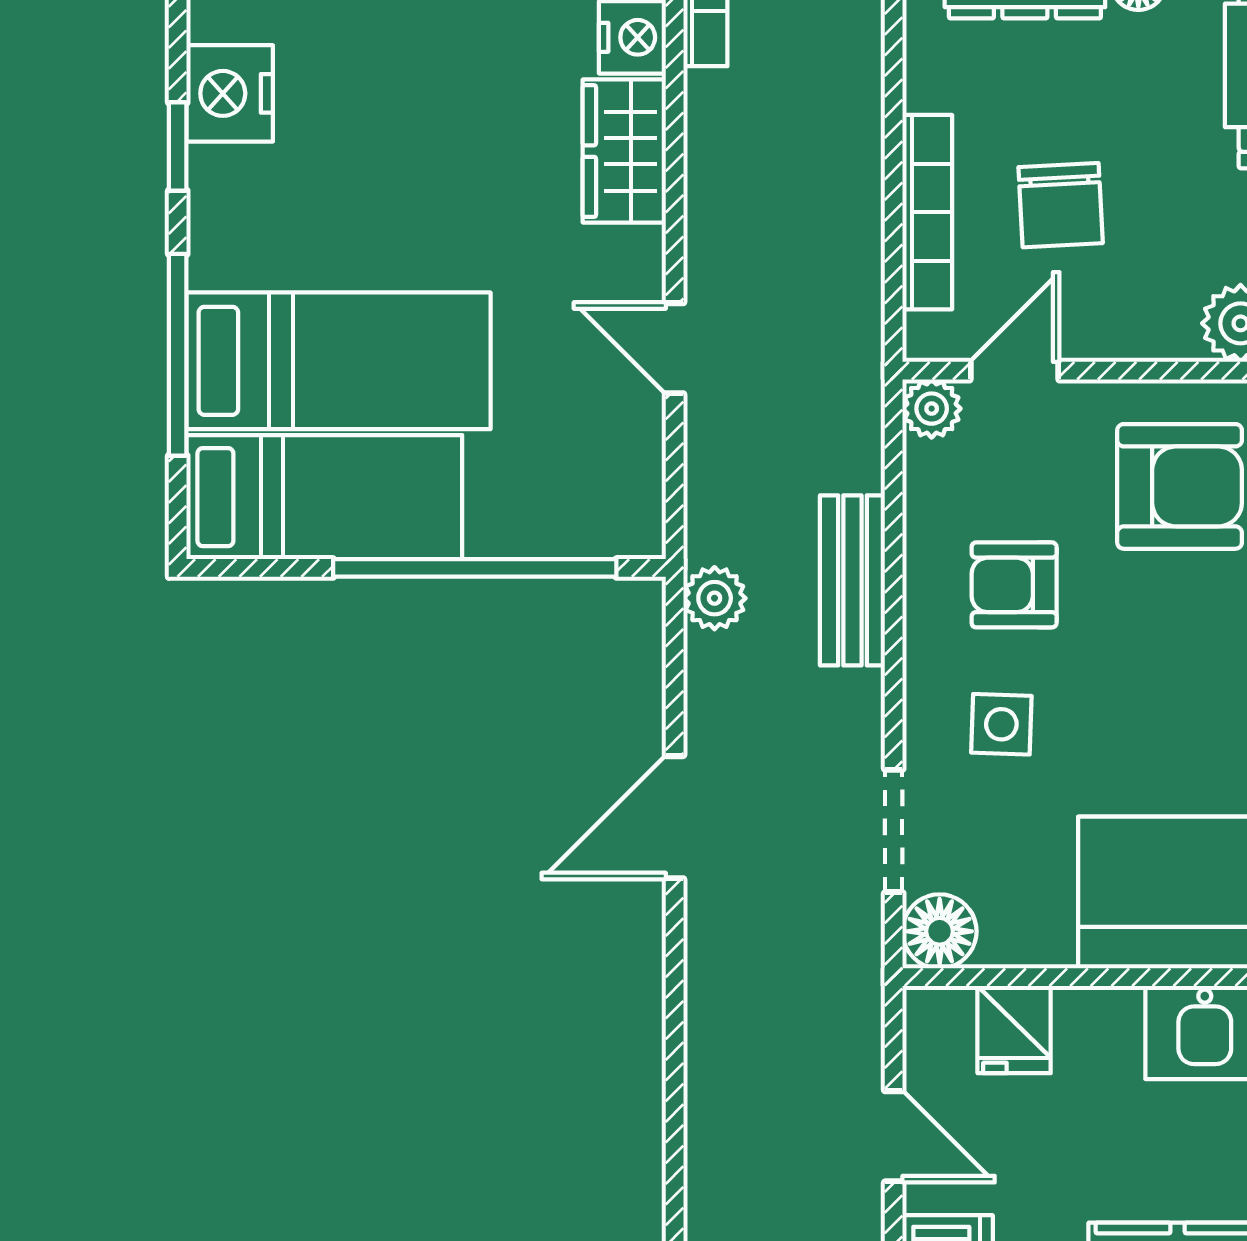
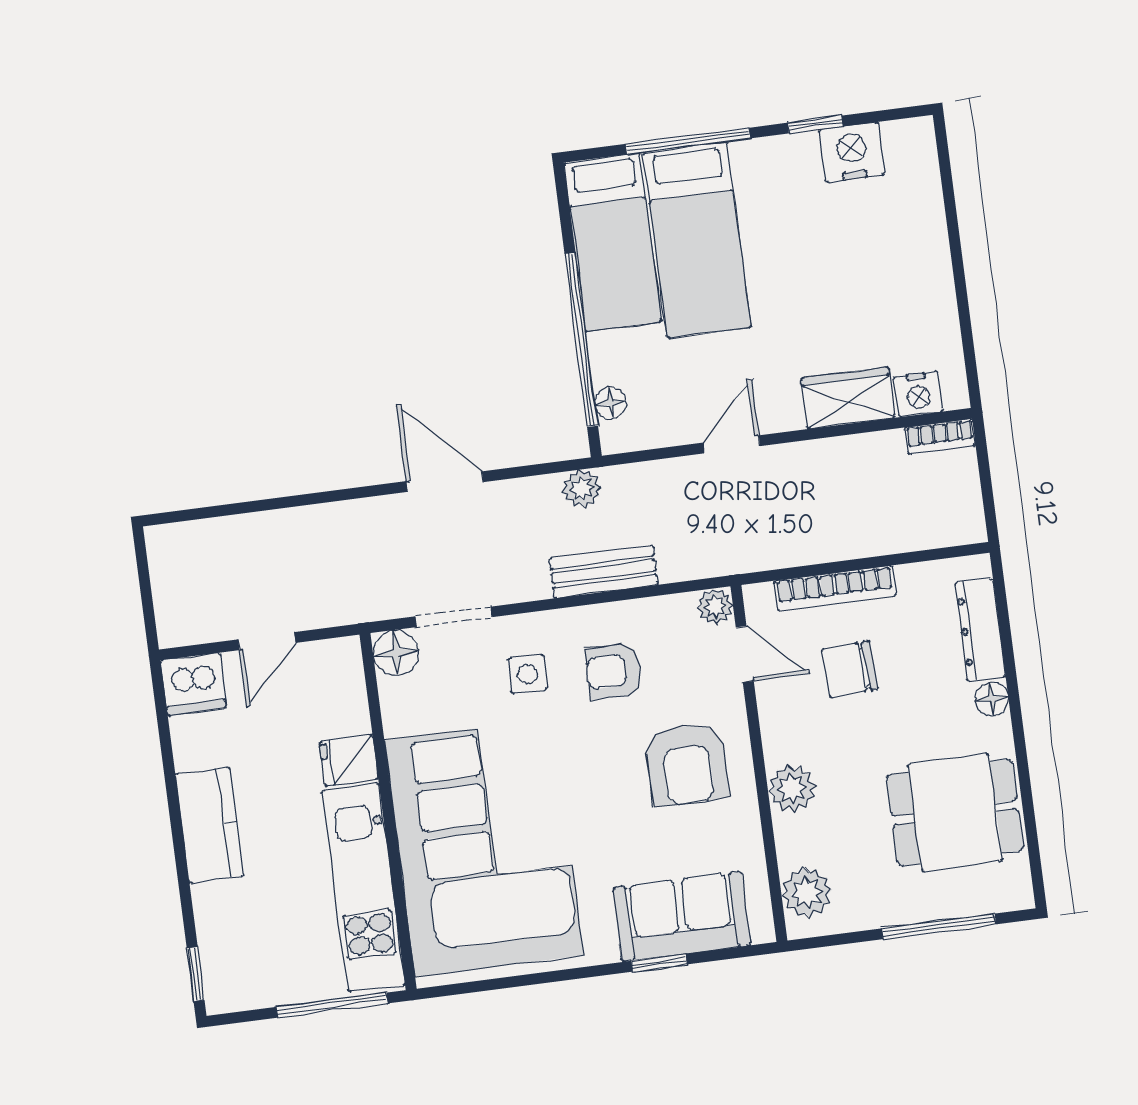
floor lamp: (582, 534) -> (611, 403), added
armchair: (1014, 585) -> (614, 671), turned -90
fridge: (1014, 1030) -> (349, 760), moved

